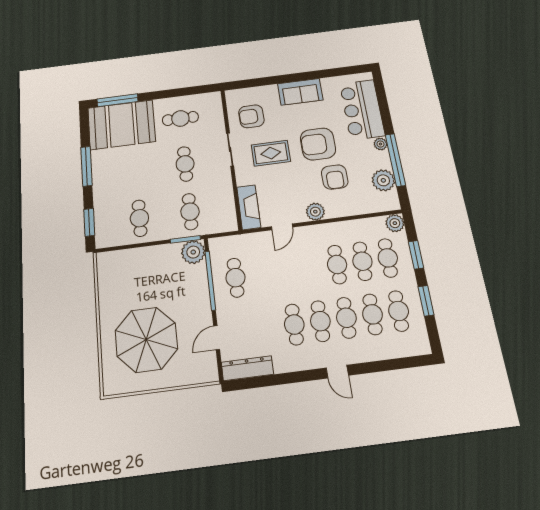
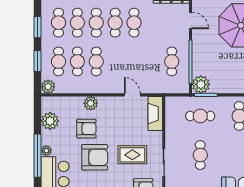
window: (395, 160) -> (38, 156), moved
armchair: (335, 177) -> (86, 129), turned 90
cafe table: (190, 212) -> (200, 116), turned 90
plant: (315, 212) -> (91, 103), moved
door: (282, 227) -> (132, 95), hinge flipped
door: (217, 338) -> (190, 20), hinge flipped

